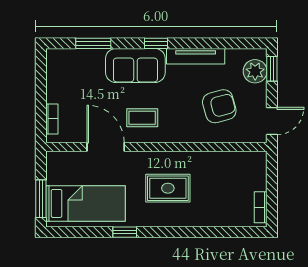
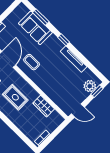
sofa: (135, 66) -> (35, 28), moved
armchair: (219, 106) -> (64, 86), removed
wardrobe: (219, 162) -> (44, 106), added

